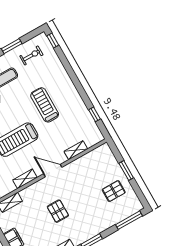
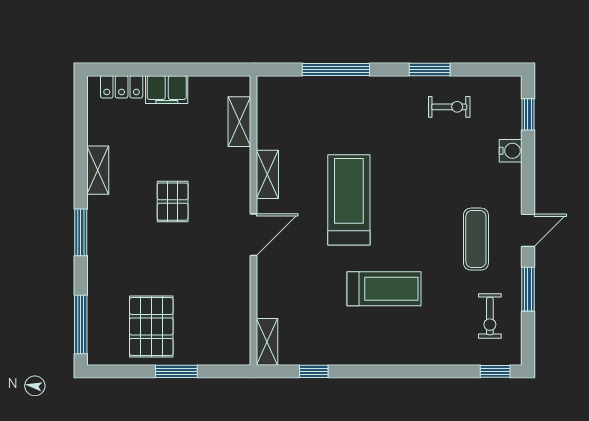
shelving: (76, 150) -> (267, 342), moved
pallet: (114, 191) -> (151, 326), width x1.50, depth x1.42
pallet: (58, 211) -> (173, 202), turned 90

